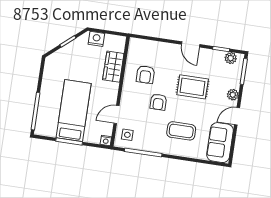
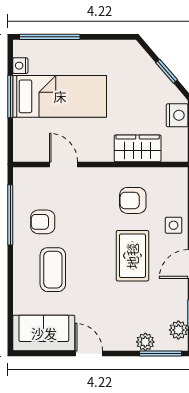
rug: (193, 87) -> (132, 256), moved
plant: (233, 95) -> (145, 342), moved
armchair: (158, 102) -> (43, 222), moved
side table: (127, 135) -> (174, 225), moved
nightstand: (106, 140) -> (20, 66), moved

